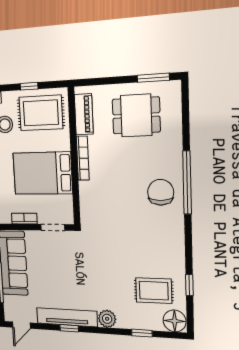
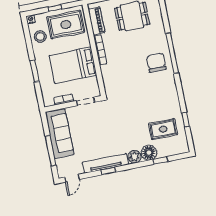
floor lamp: (175, 321) -> (149, 153), moved

